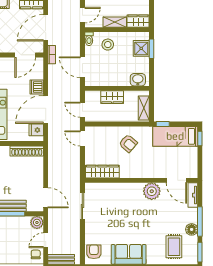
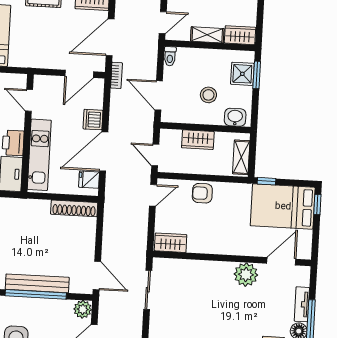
stool: (108, 45) -> (208, 95), moved
bed: (175, 136) -> (283, 207), width x1.50
door: (82, 139) -> (153, 195), swing flipped
armchair: (128, 143) -> (202, 193), moved, turned 139
wardrobe: (102, 172) -> (171, 243), width x0.67
door: (176, 180) -> (281, 261), swing flipped
tv unit: (193, 195) -> (302, 304), moved

